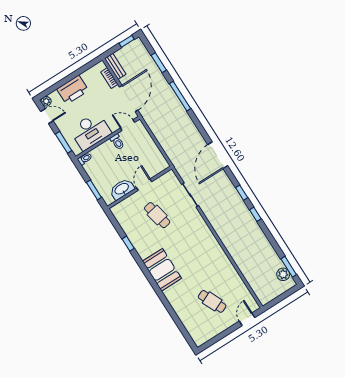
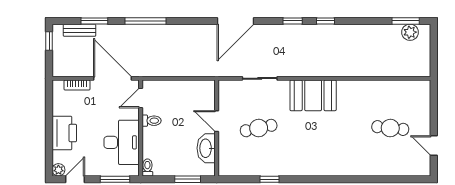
bench: (115, 66) -> (80, 30), moved
door: (218, 155) -> (235, 21), hinge flipped
booth: (162, 270) -> (313, 95), moved
cafe table: (212, 301) -> (390, 128), turned 30
door: (247, 319) -> (434, 146), moved

